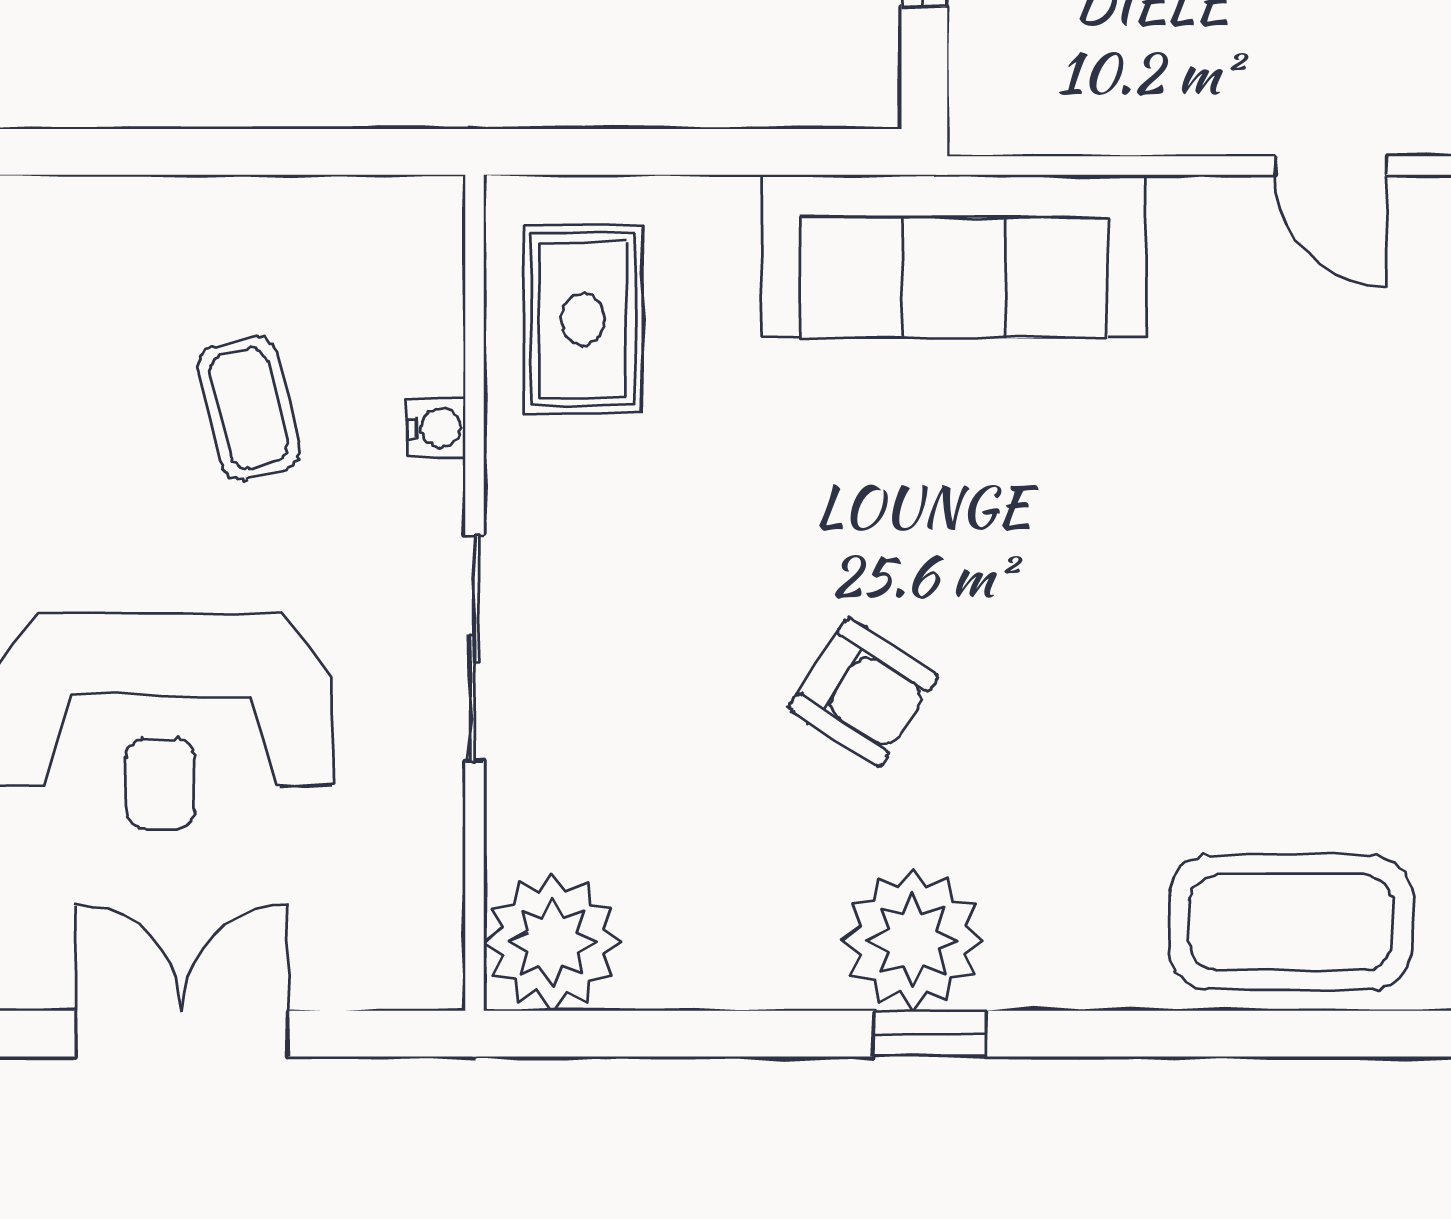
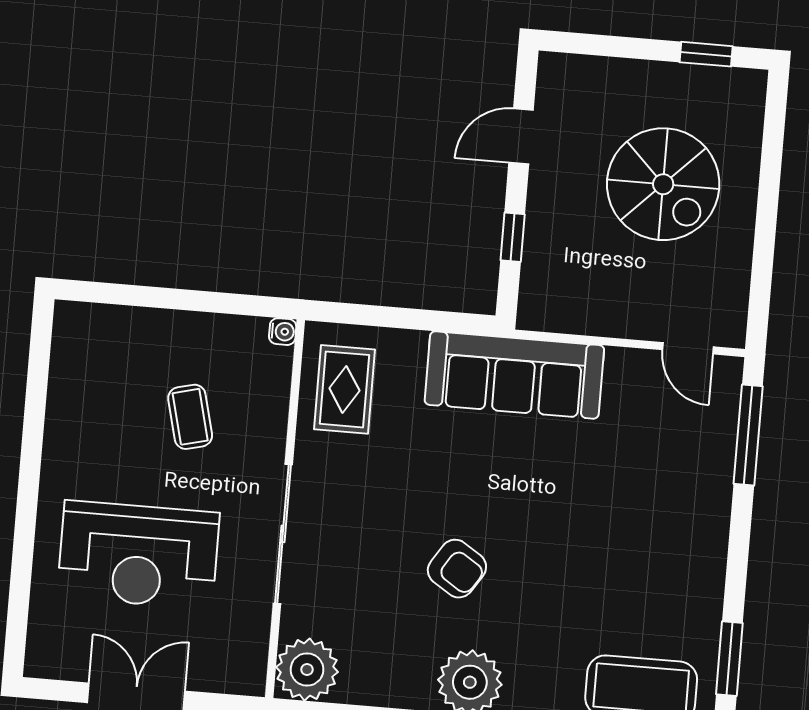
water cooler: (436, 428) -> (283, 332), moved
sliding door: (474, 648) -> (283, 534), width x1.37

